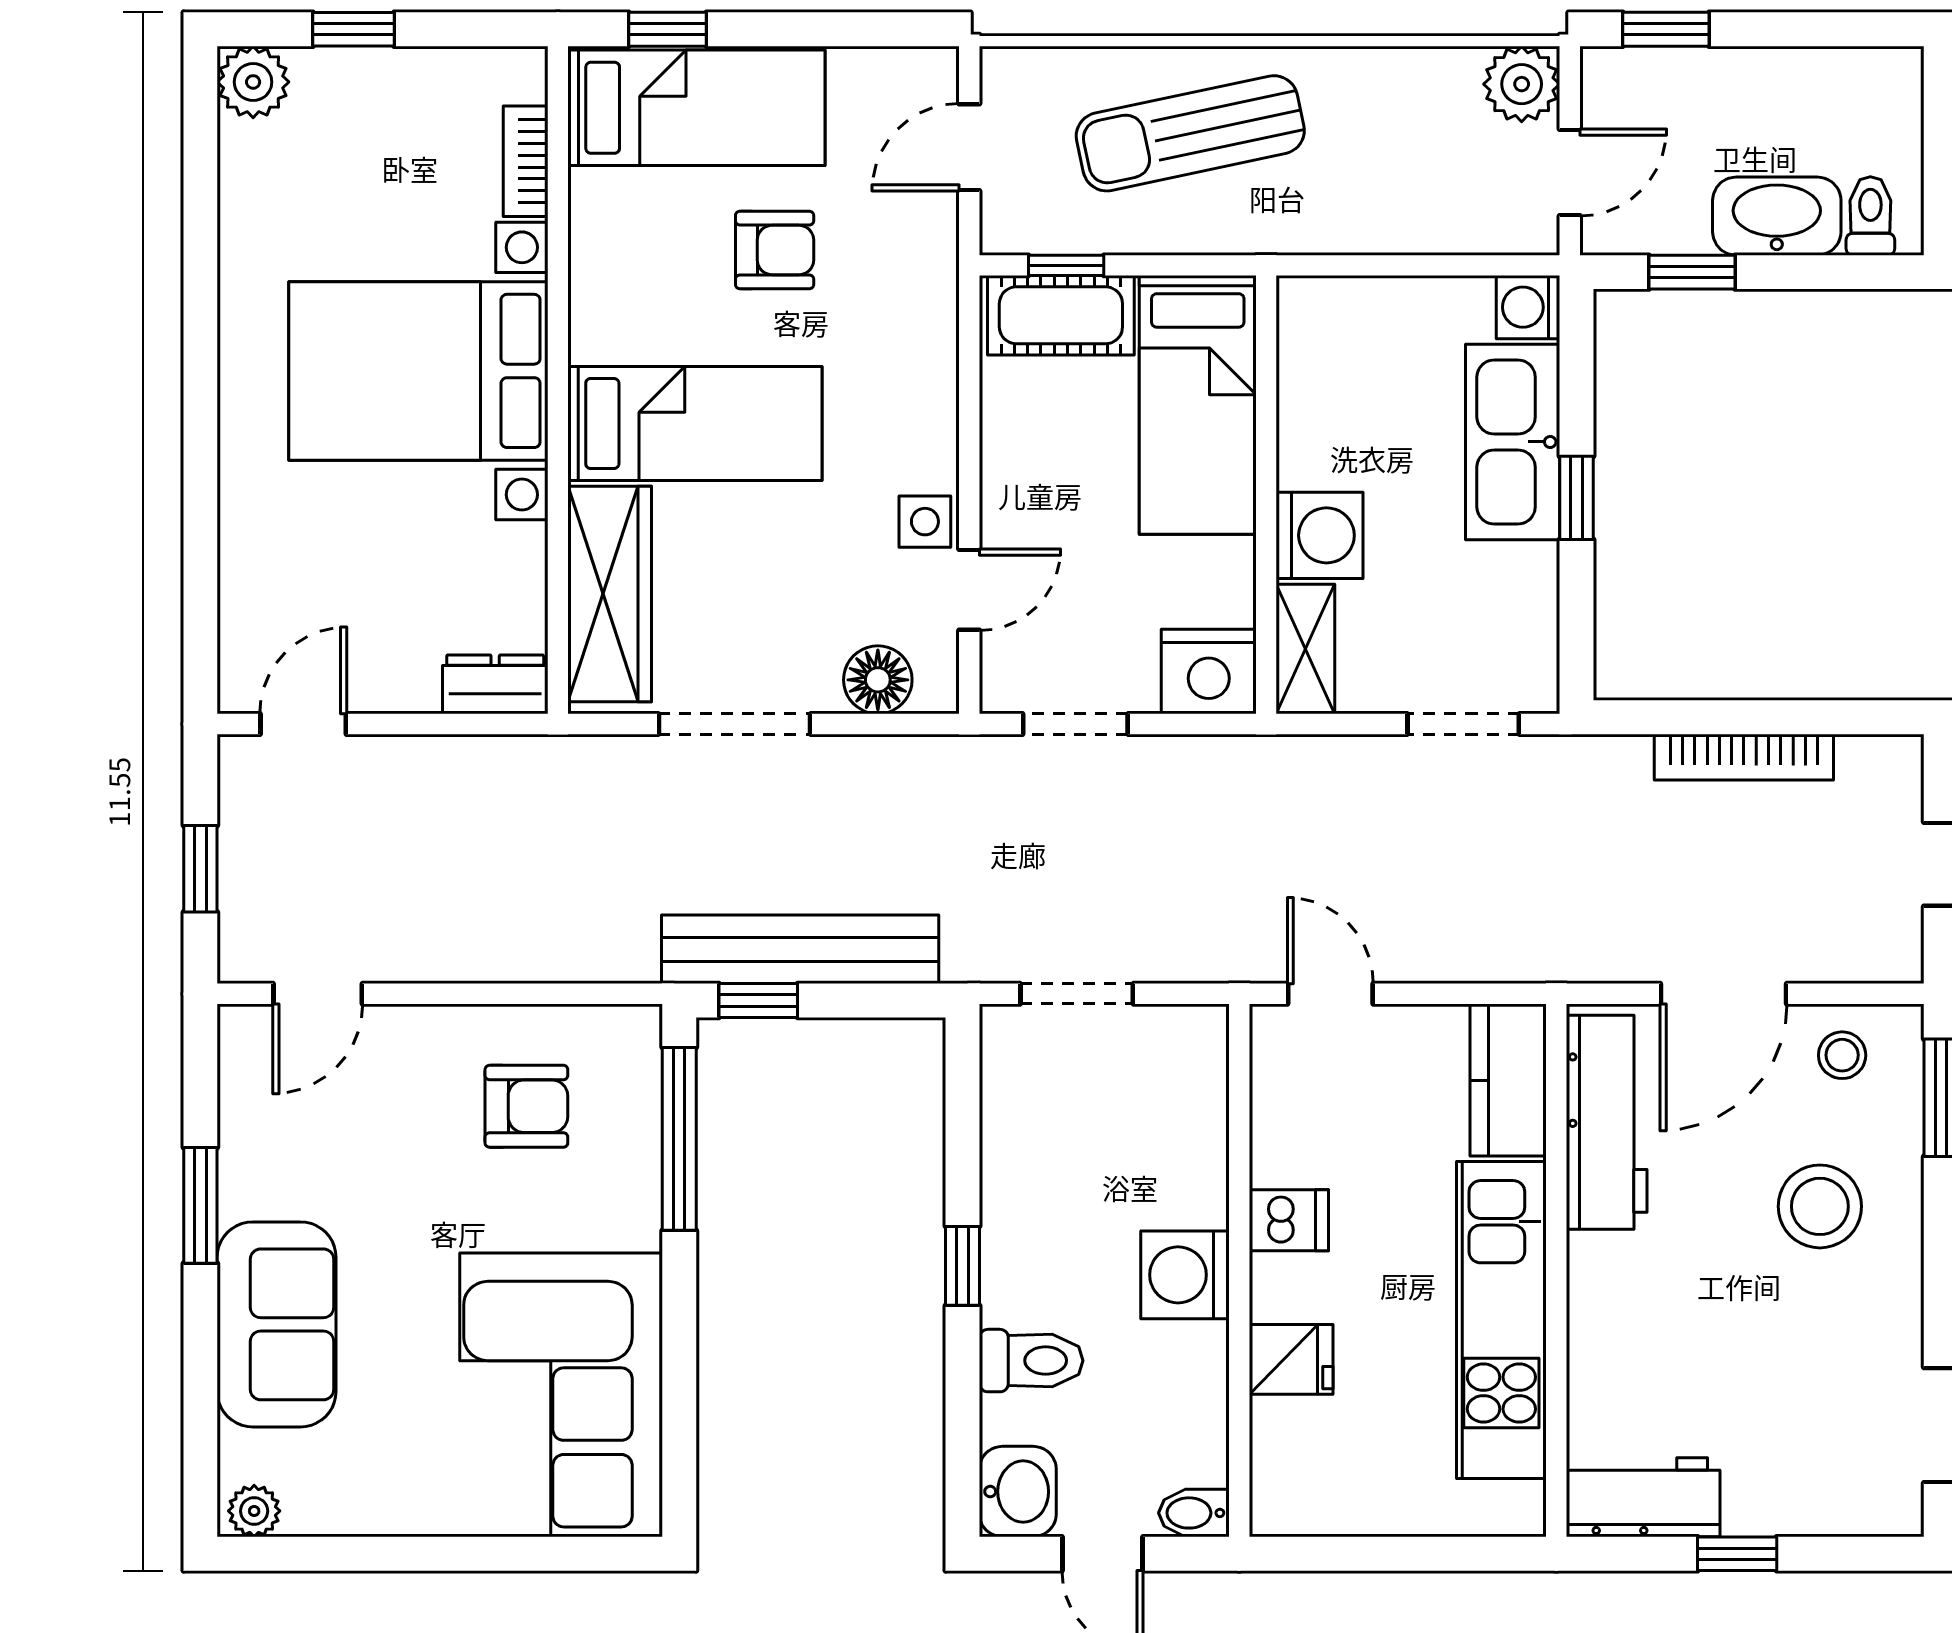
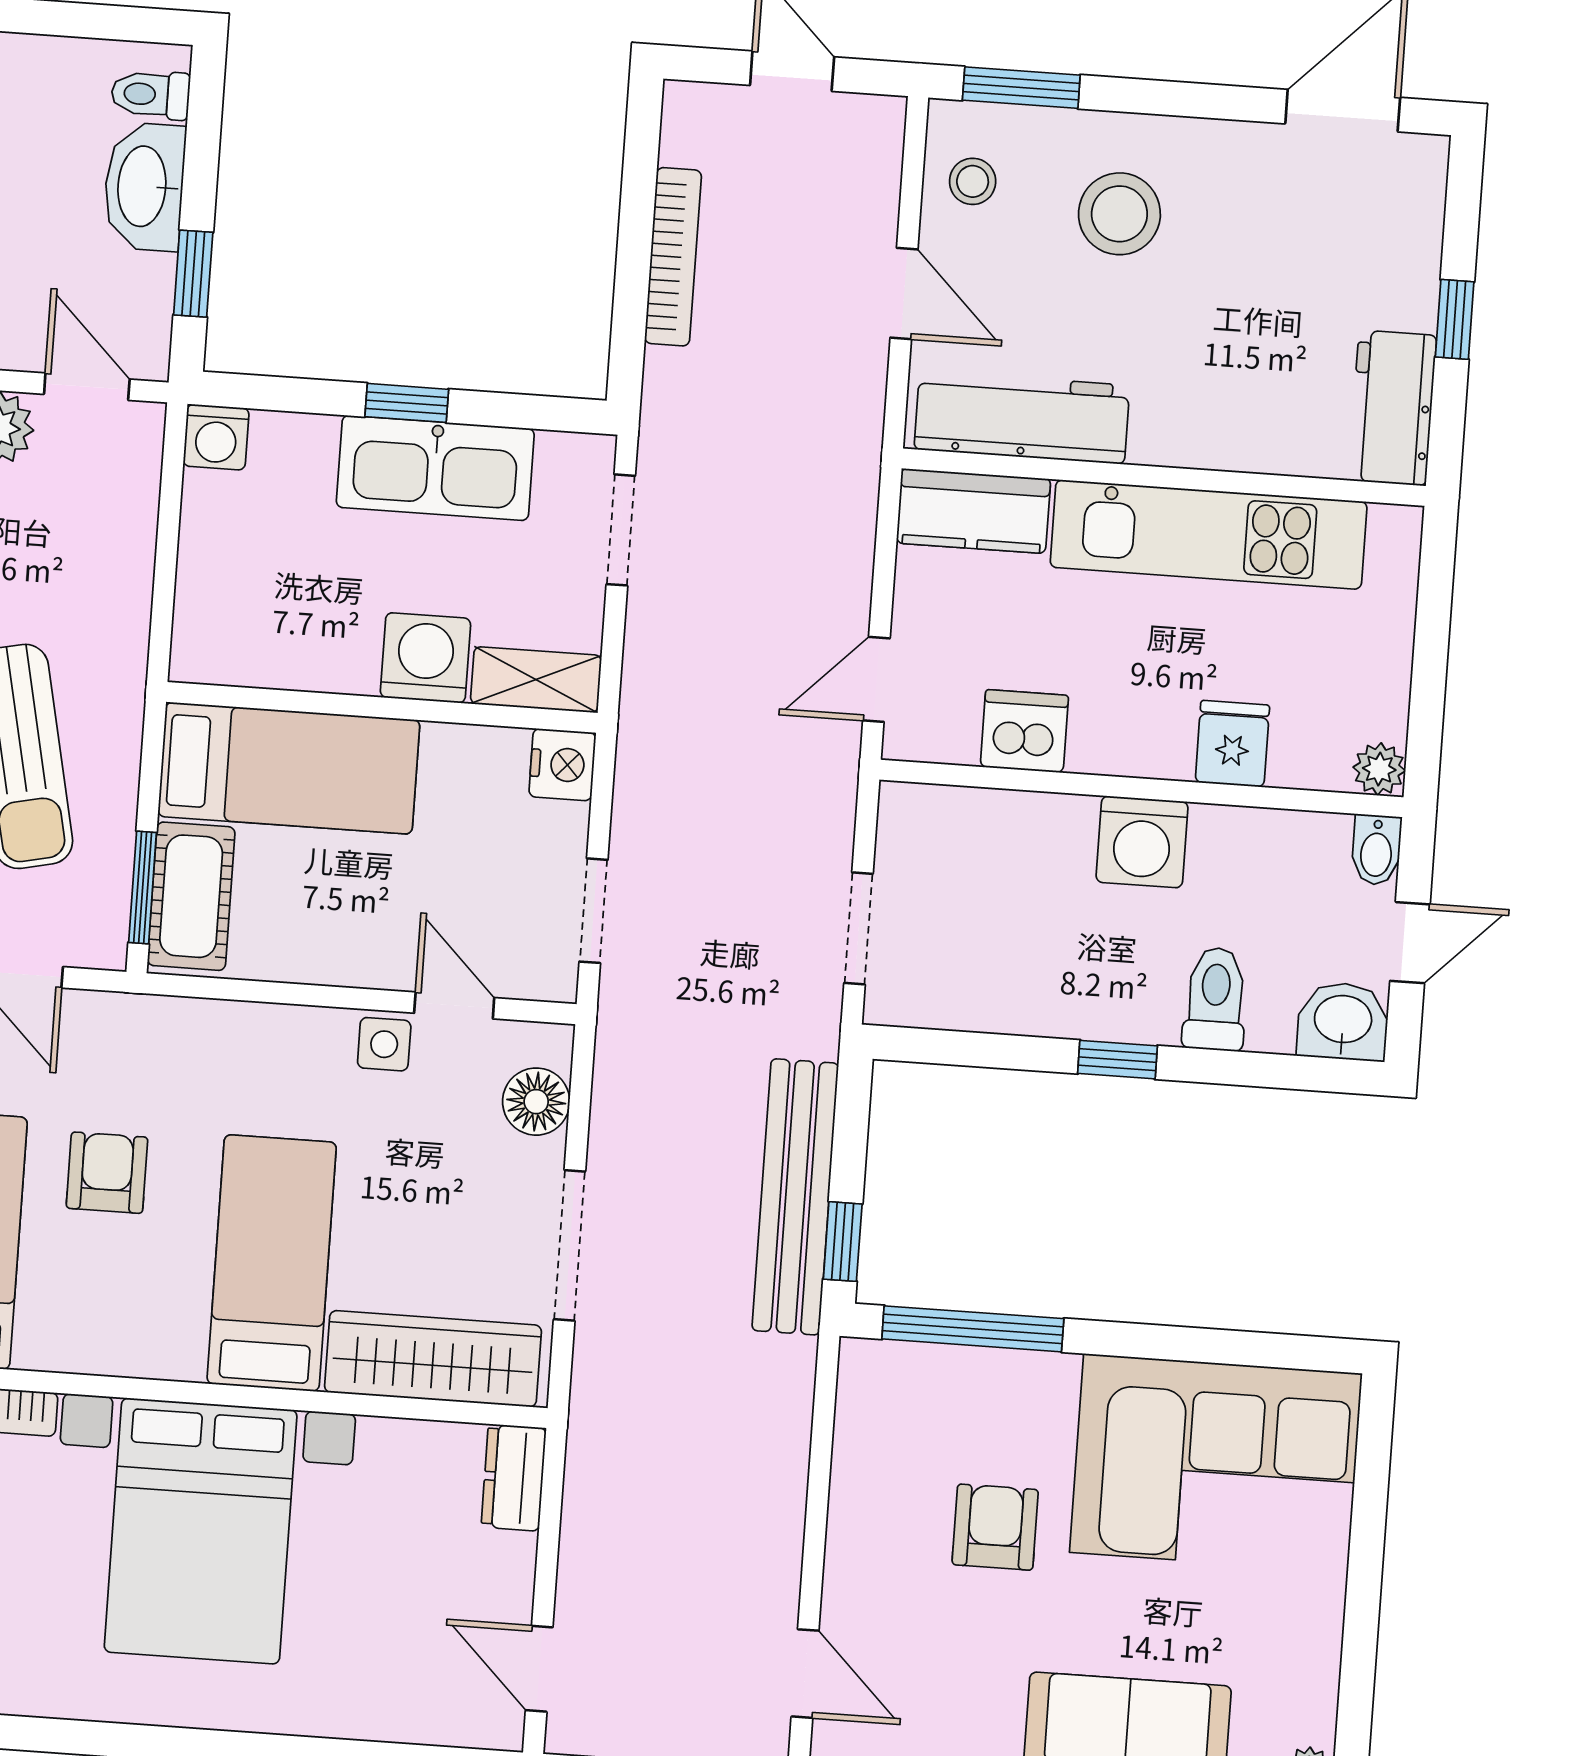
window: (1066, 265) -> (143, 888), width x1.50
kitchen sink: (1513, 442) -> (435, 468), moved
nightstand: (1209, 671) -> (562, 765), width x0.74, depth x0.75
door: (1723, 994) -> (904, 294), width x0.73
armchair: (526, 1106) -> (995, 1527), moved
dishwasher: (1289, 1220) -> (1024, 731), moved, width x1.38
plant: (1276, 1510) -> (1379, 769), added

